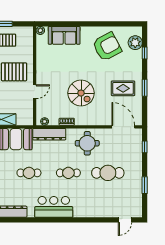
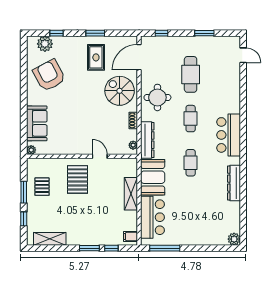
spiral stairs: (81, 93) -> (120, 91), moved, turned -90

